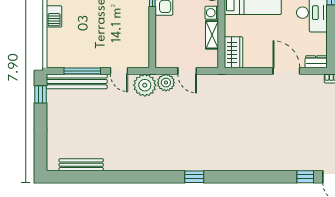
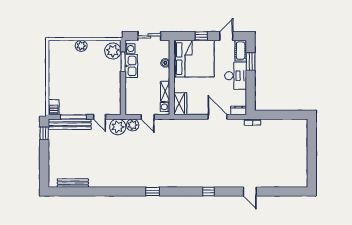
washing machine: (212, 13) -> (165, 107), moved
barbecue: (54, 16) -> (54, 107), moved
window: (305, 177) -> (208, 192), moved

